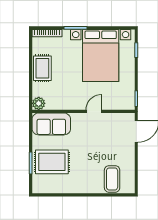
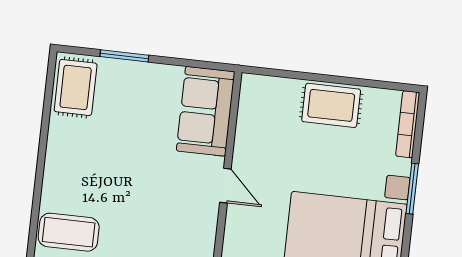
plant: (39, 103) -> (254, 88), removed
door: (94, 111) -> (225, 186), moved
rug: (52, 162) -> (76, 87), moved, width x0.73, depth x0.70

